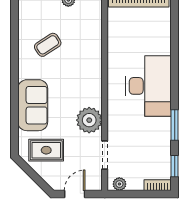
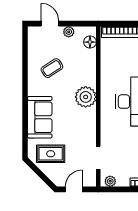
floor lamp: (94, 13) -> (90, 42), added
plant: (89, 120) -> (86, 97), moved

